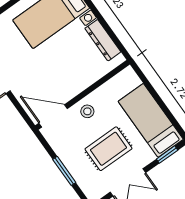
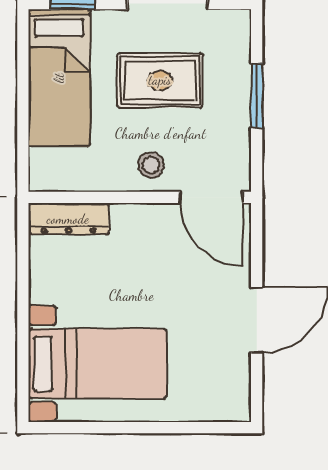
dresser: (103, 40) -> (68, 219), moved, turned 90

